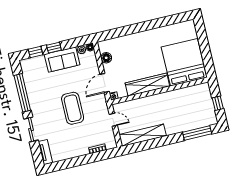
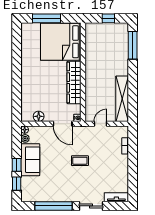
window: (204, 43) -> (47, 18), added
coffee table: (73, 108) -> (80, 161), width x0.54, depth x0.58

